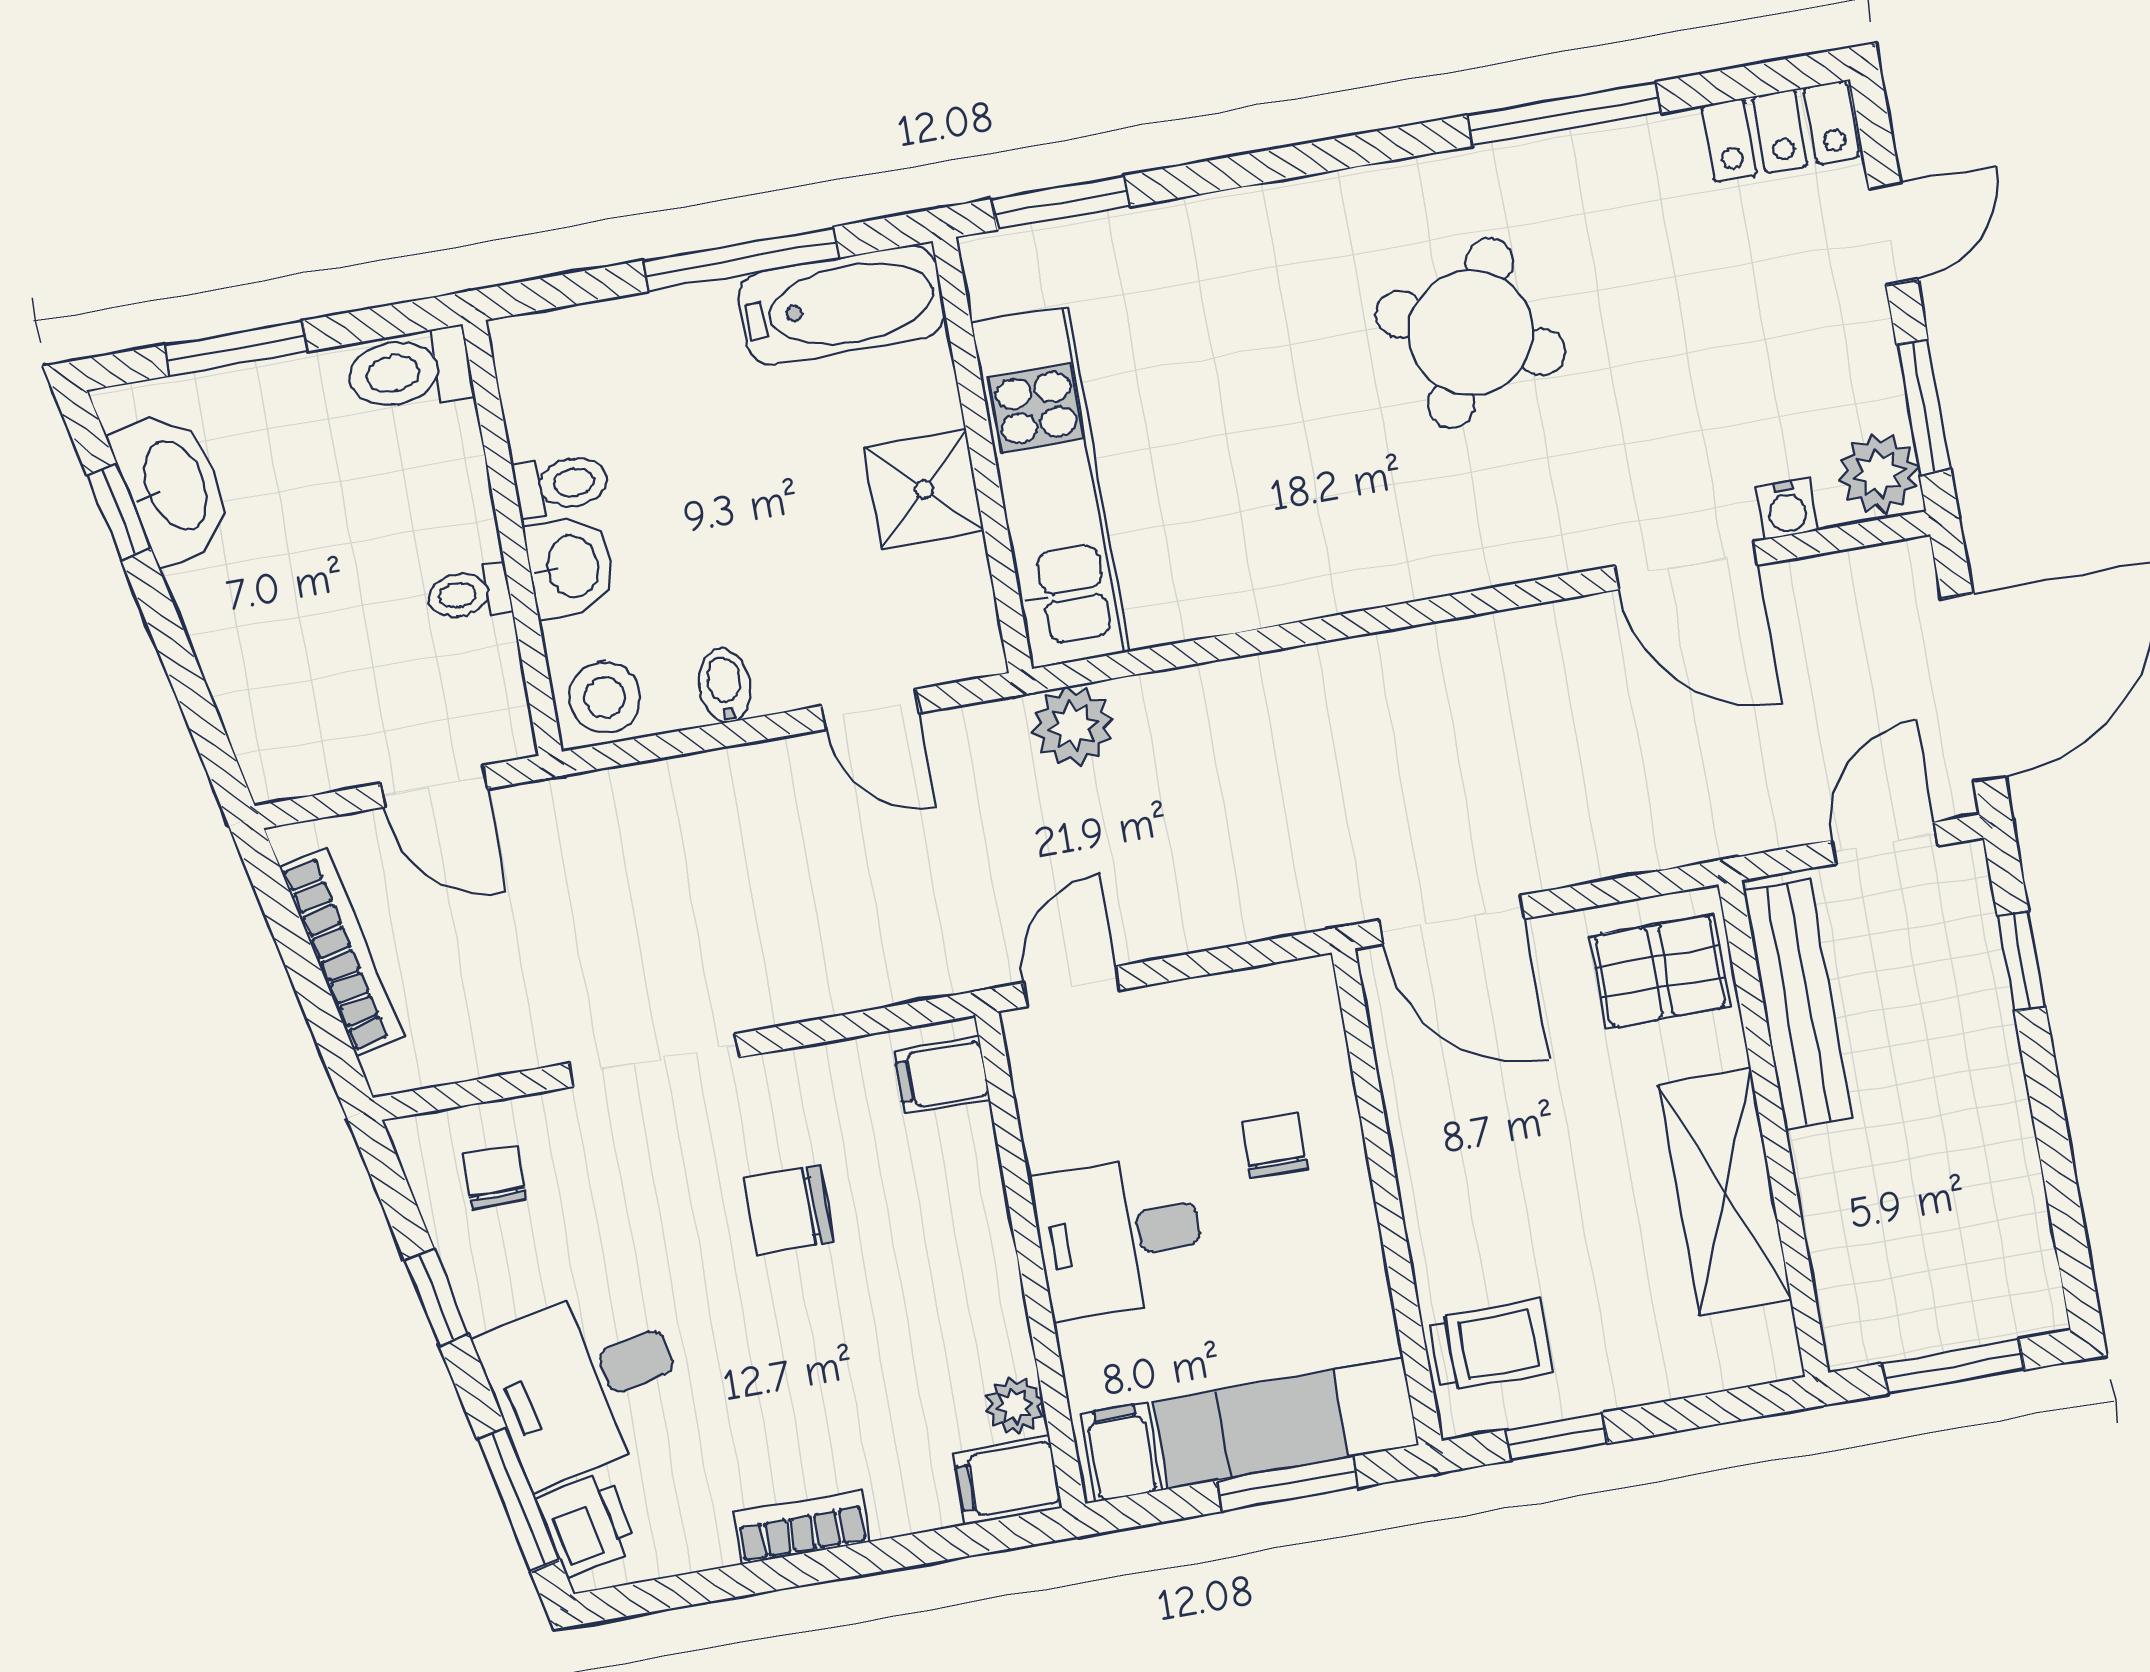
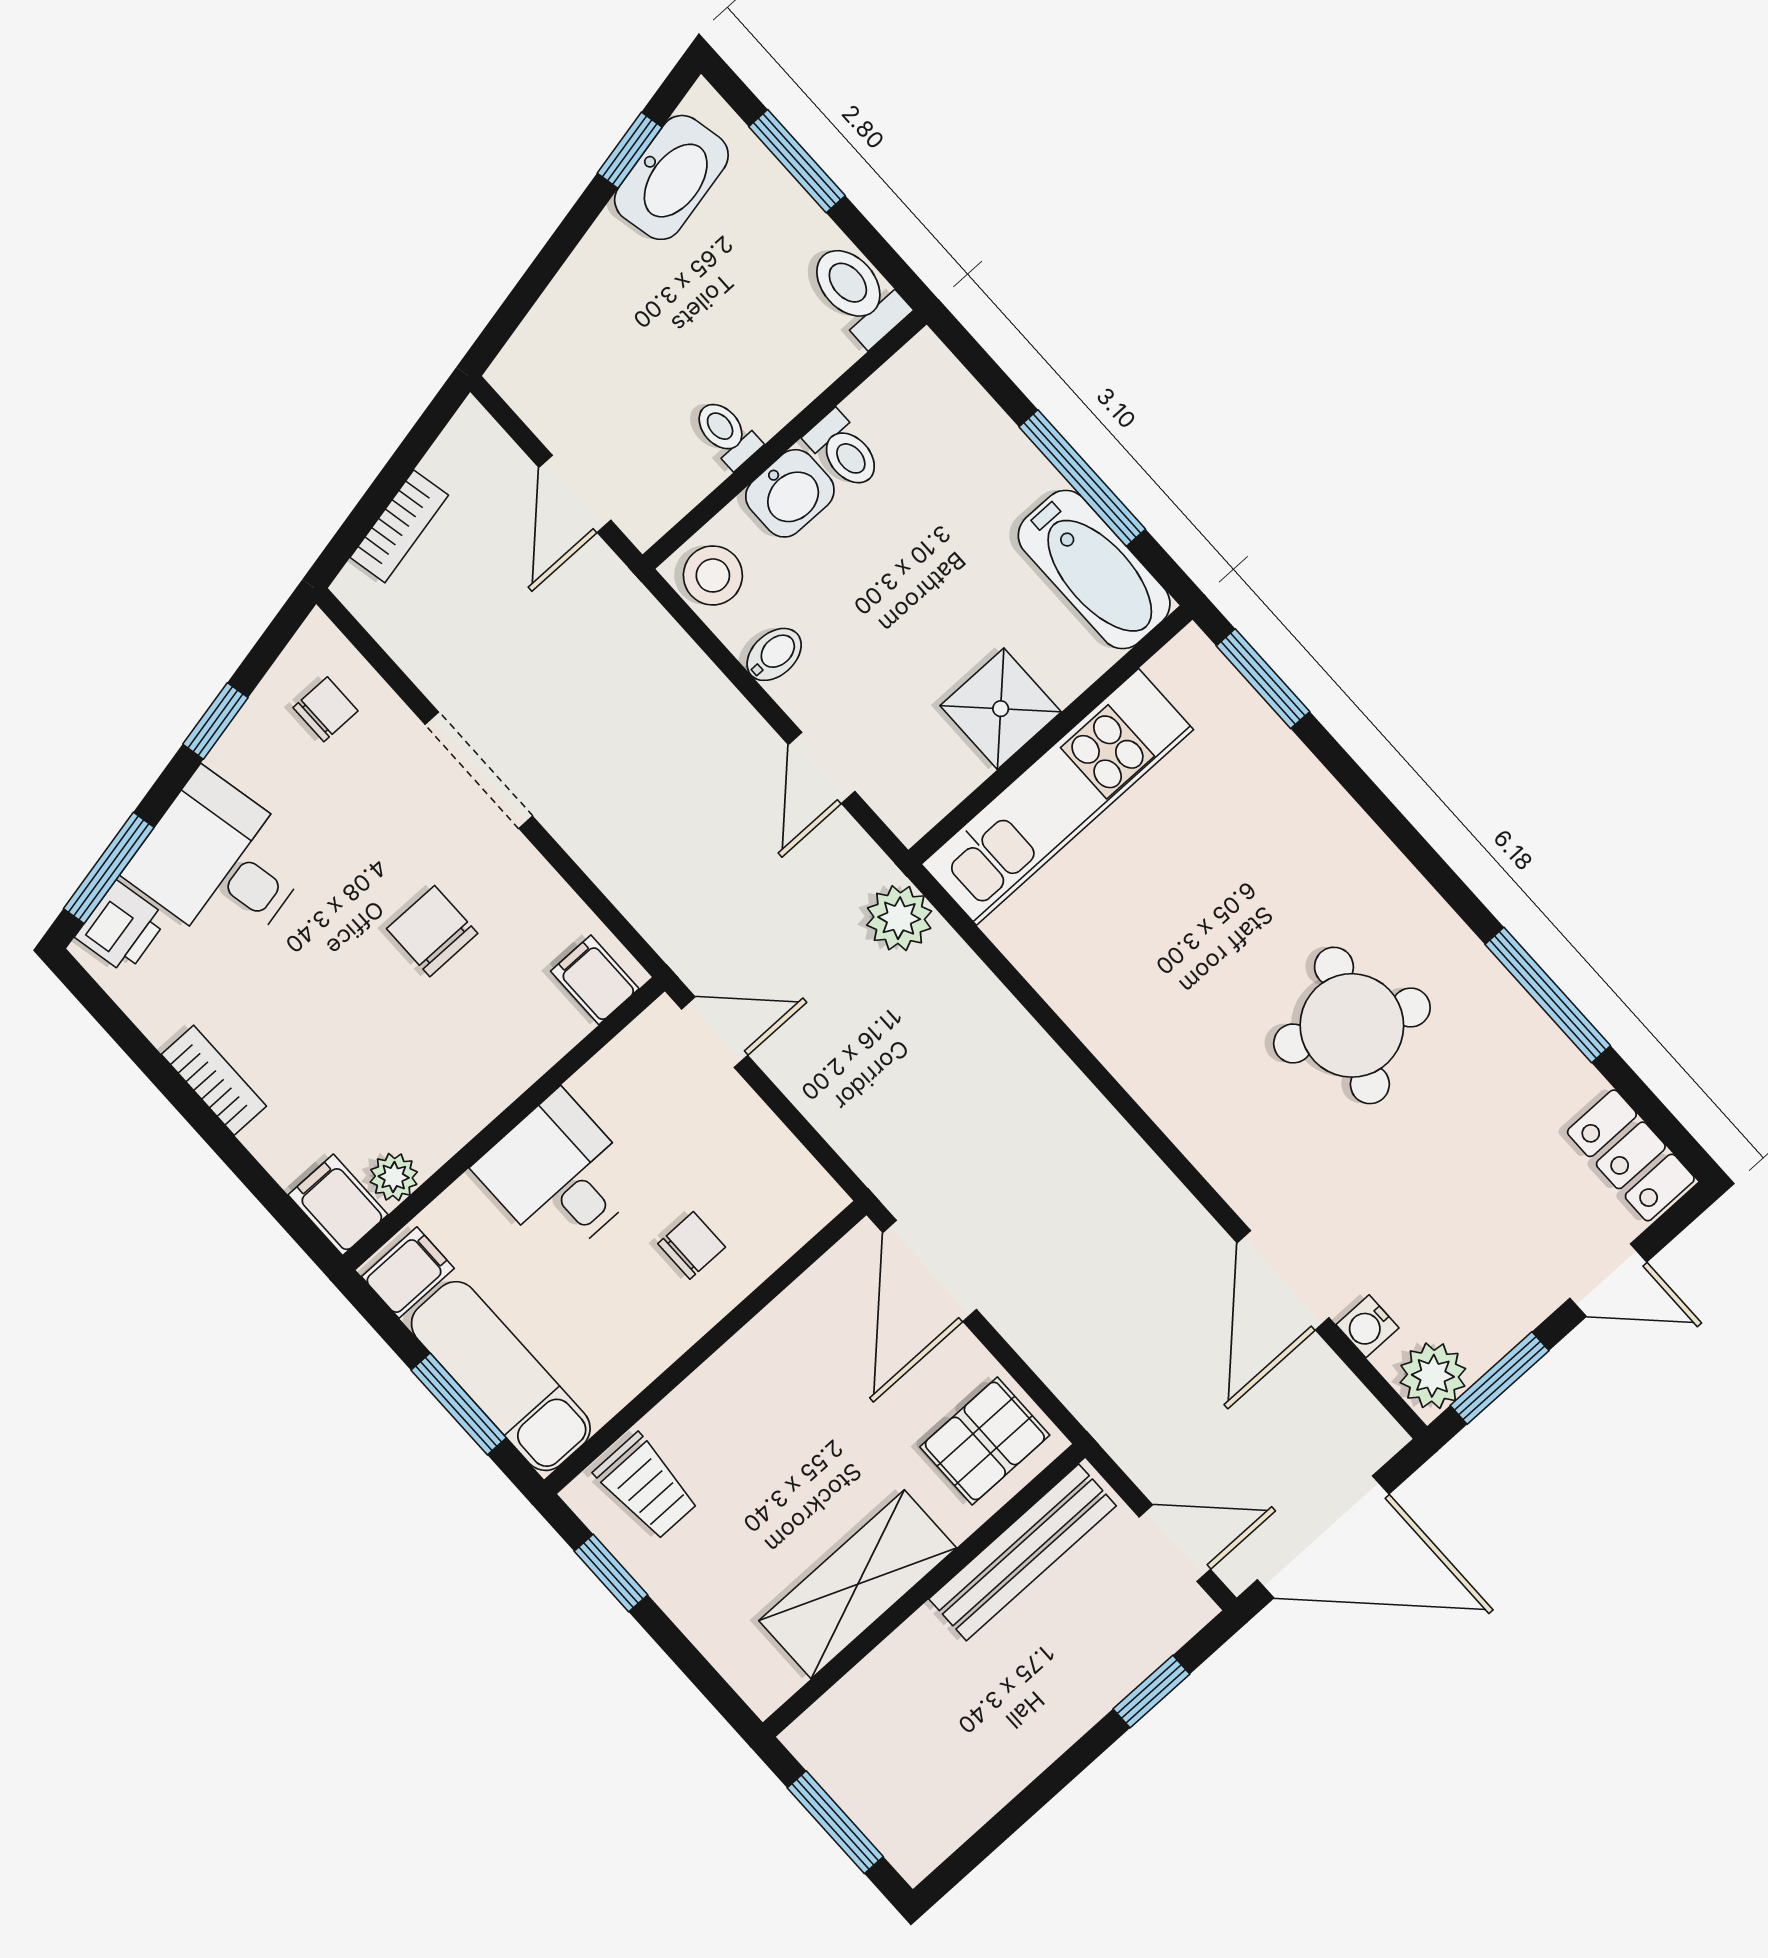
bookcase: (342, 952) -> (399, 526), width x0.64
pallet: (1660, 971) -> (985, 1441), turned 90

